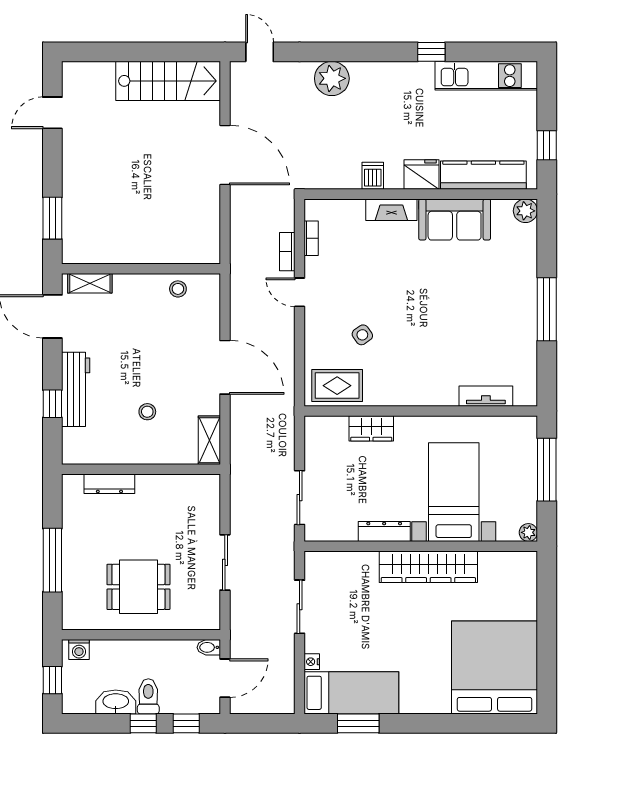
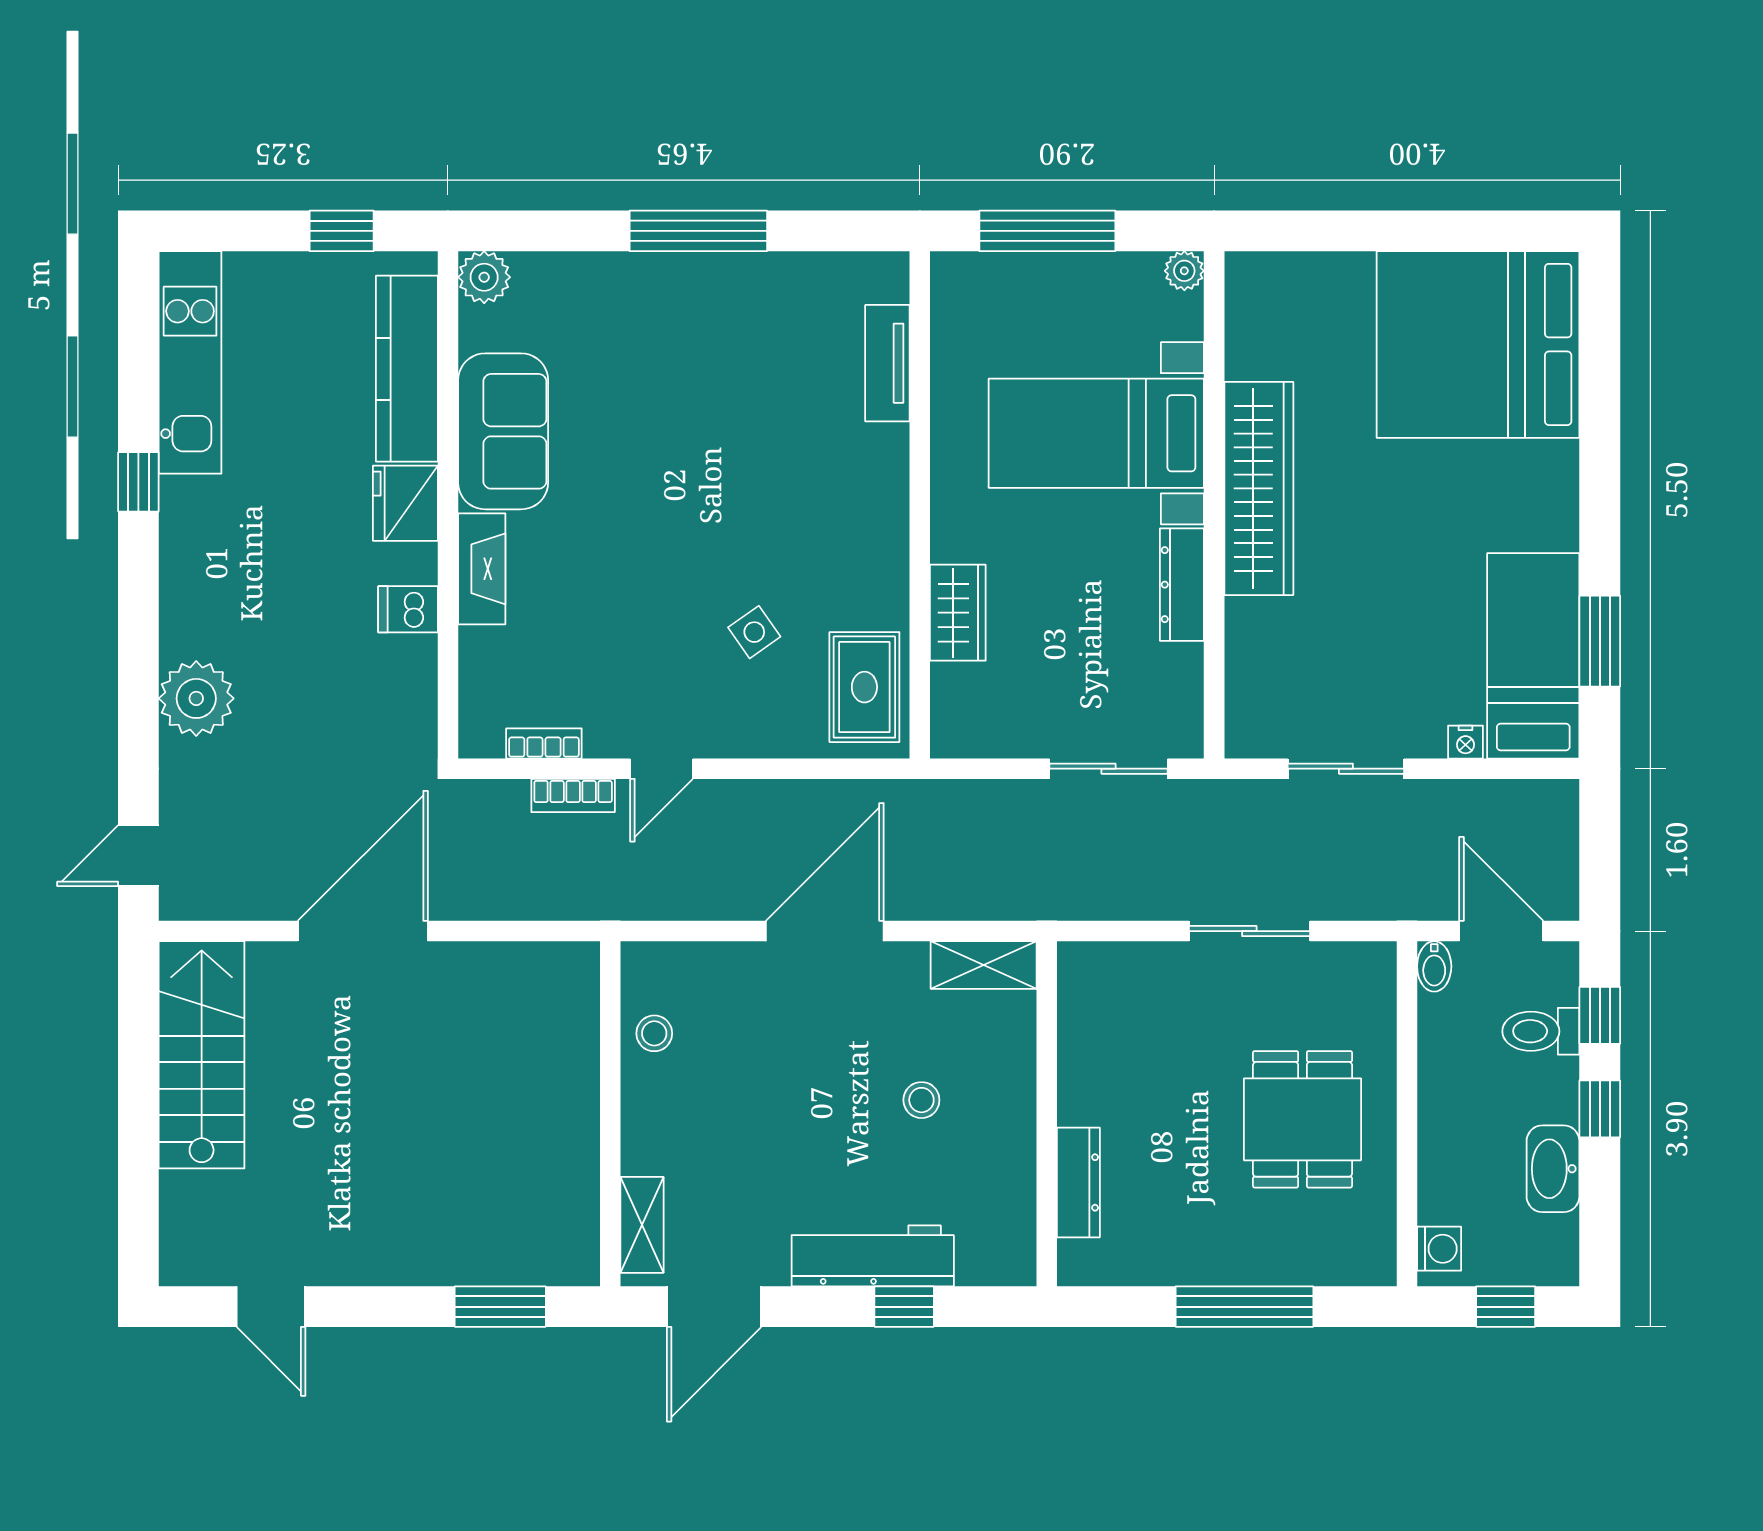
toilet: (148, 696) -> (1541, 1031), moved

